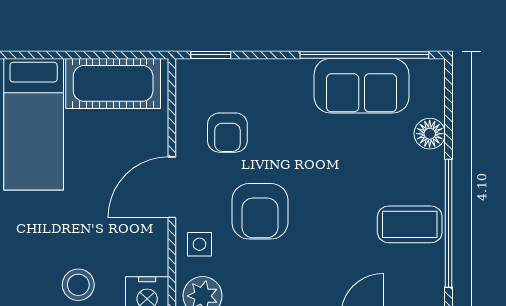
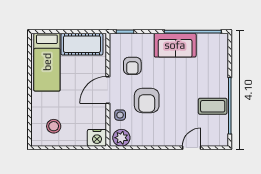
sofa: (362, 86) -> (175, 45), moved
floor lamp: (430, 134) -> (221, 66), removed
stool: (78, 285) -> (54, 126), moved

